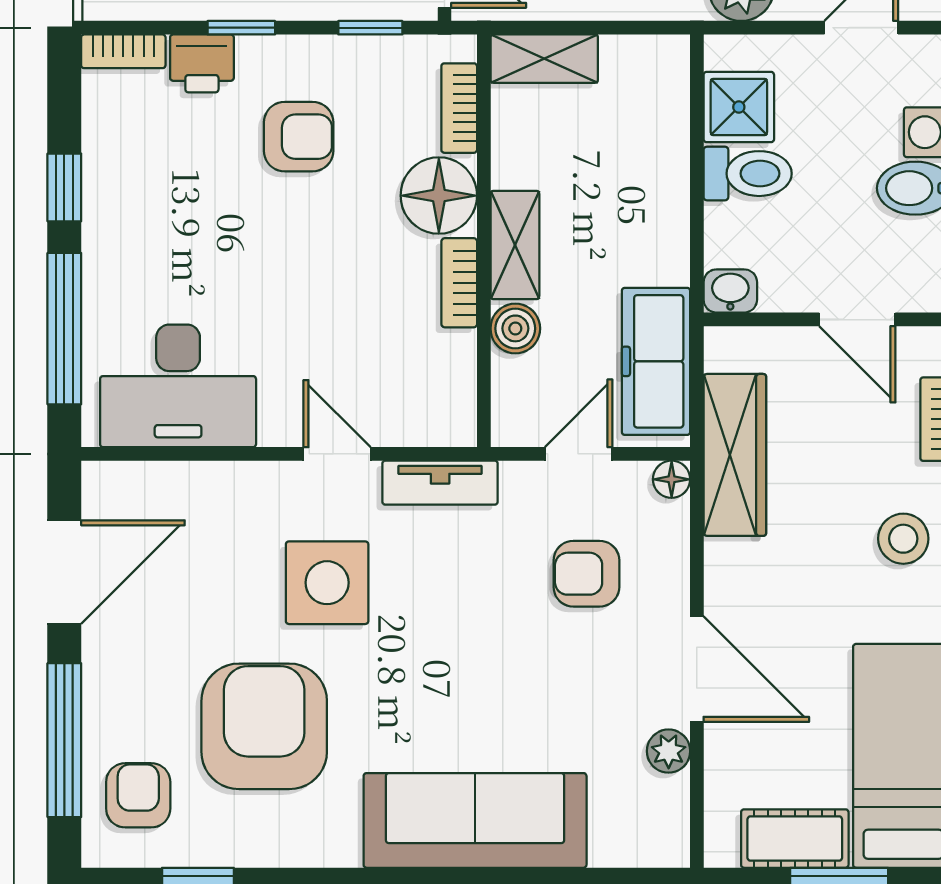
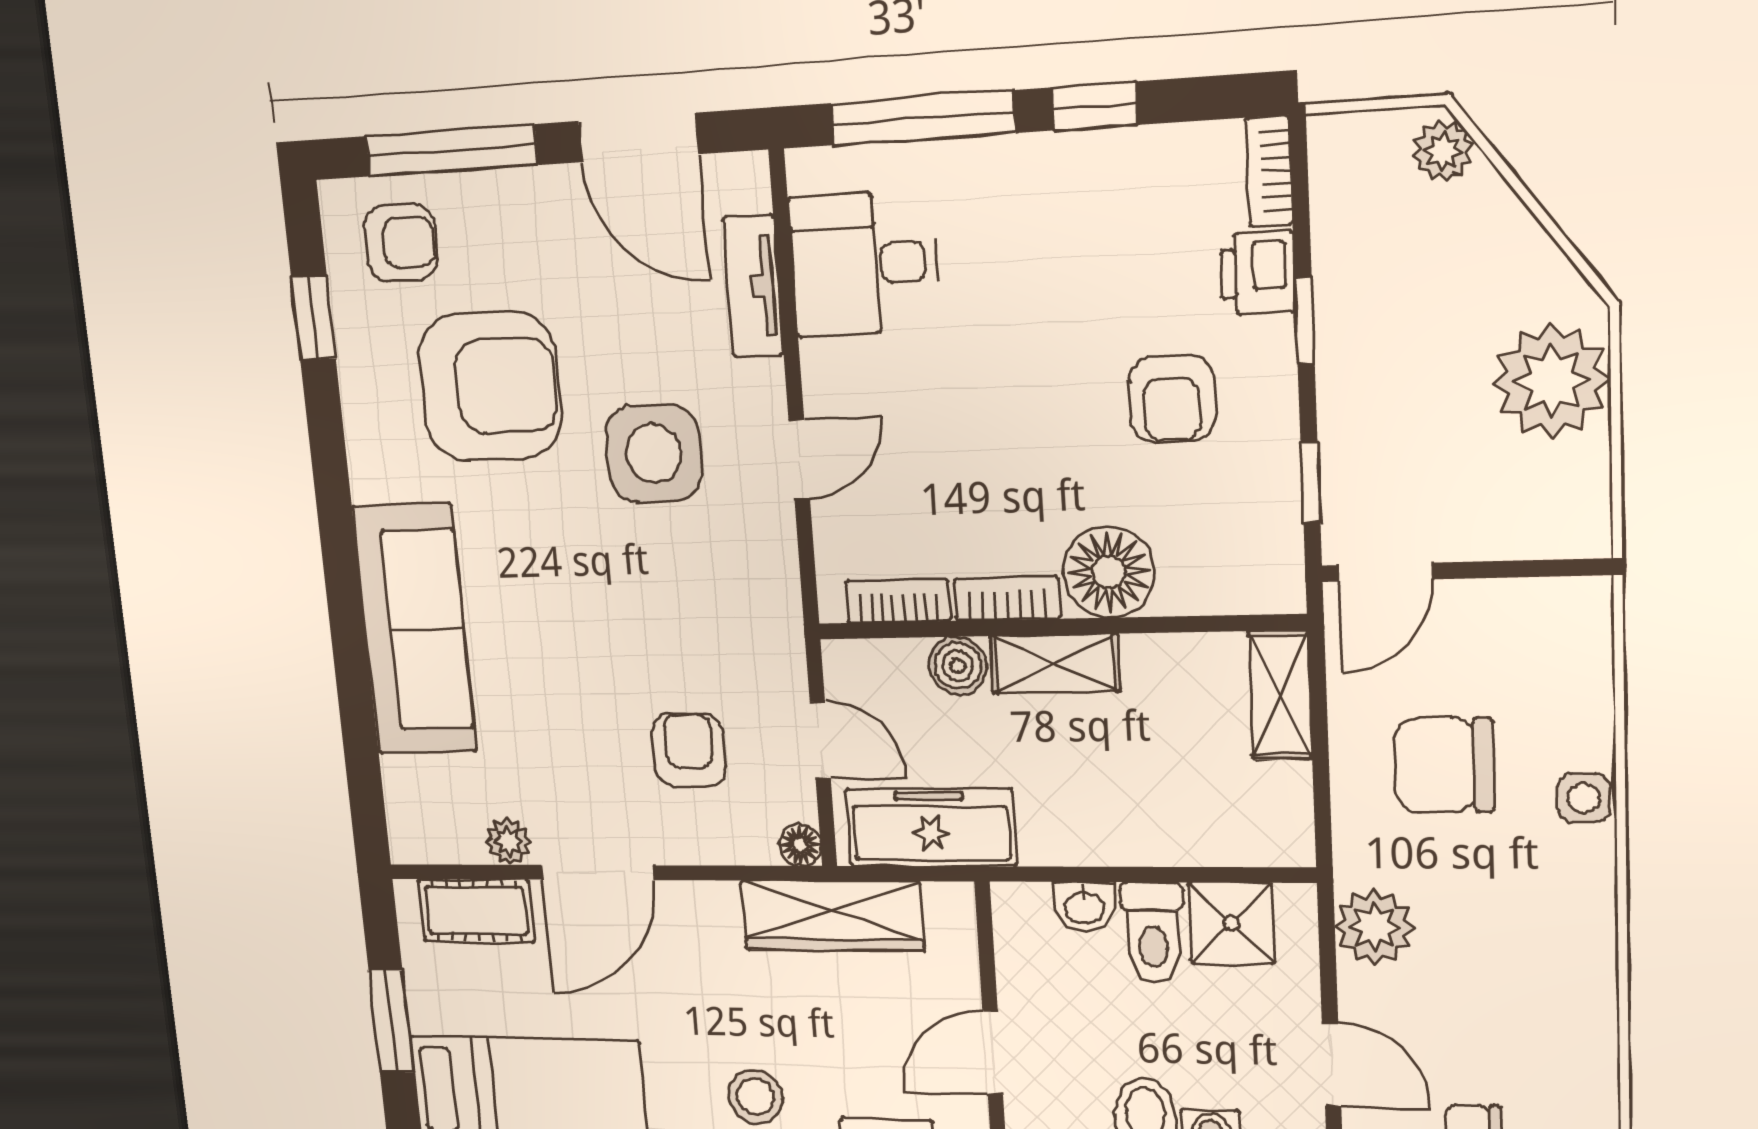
bookcase: (459, 108) -> (898, 601), moved
washbasin: (730, 291) -> (1084, 907), moved, turned 90
desk: (178, 386) -> (864, 264), width x0.73
tv unit: (440, 483) -> (753, 286), moved
cot: (795, 839) -> (476, 911), moved, turned 90

